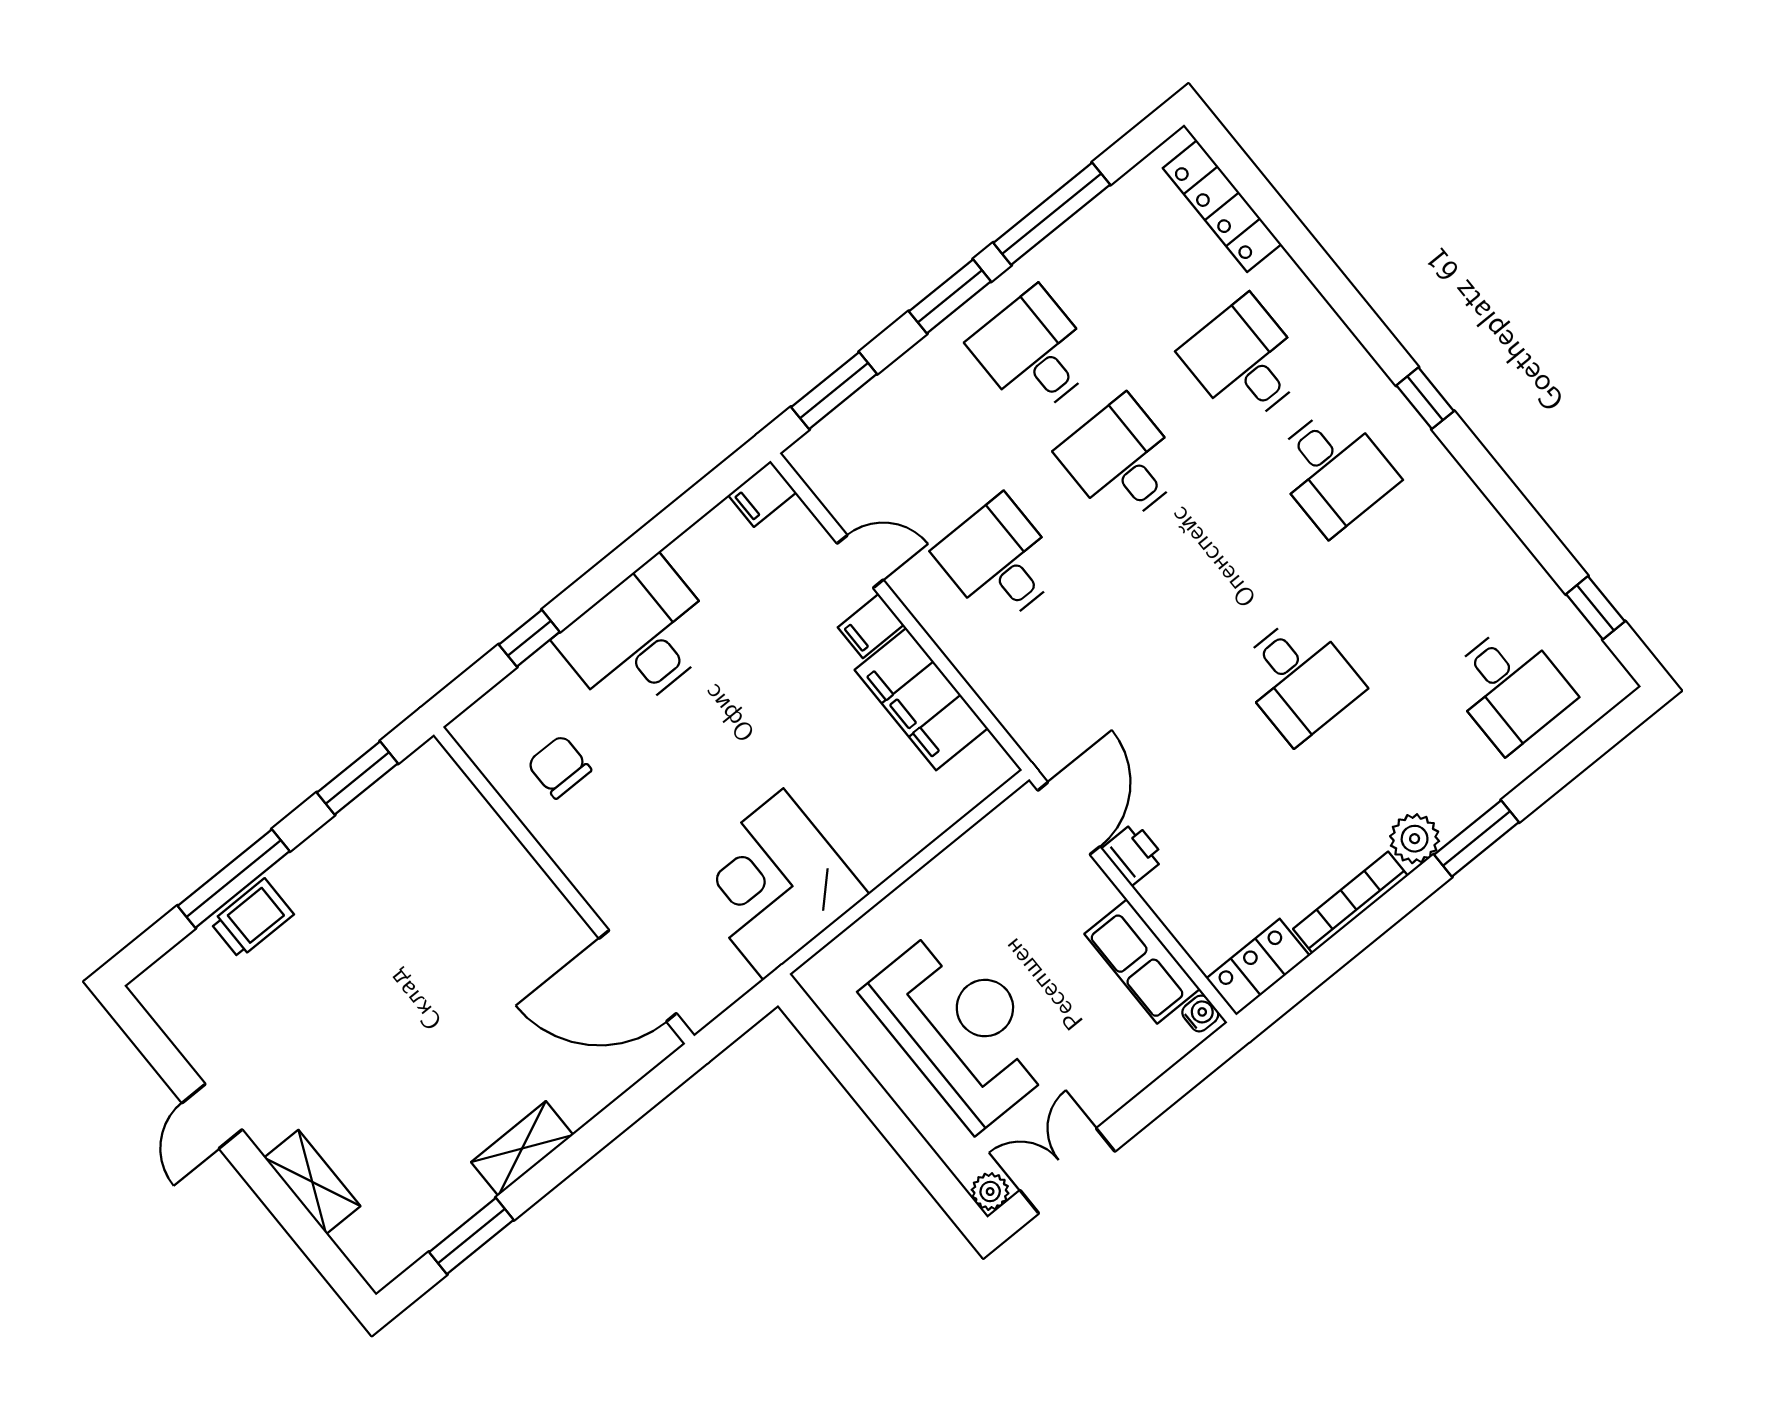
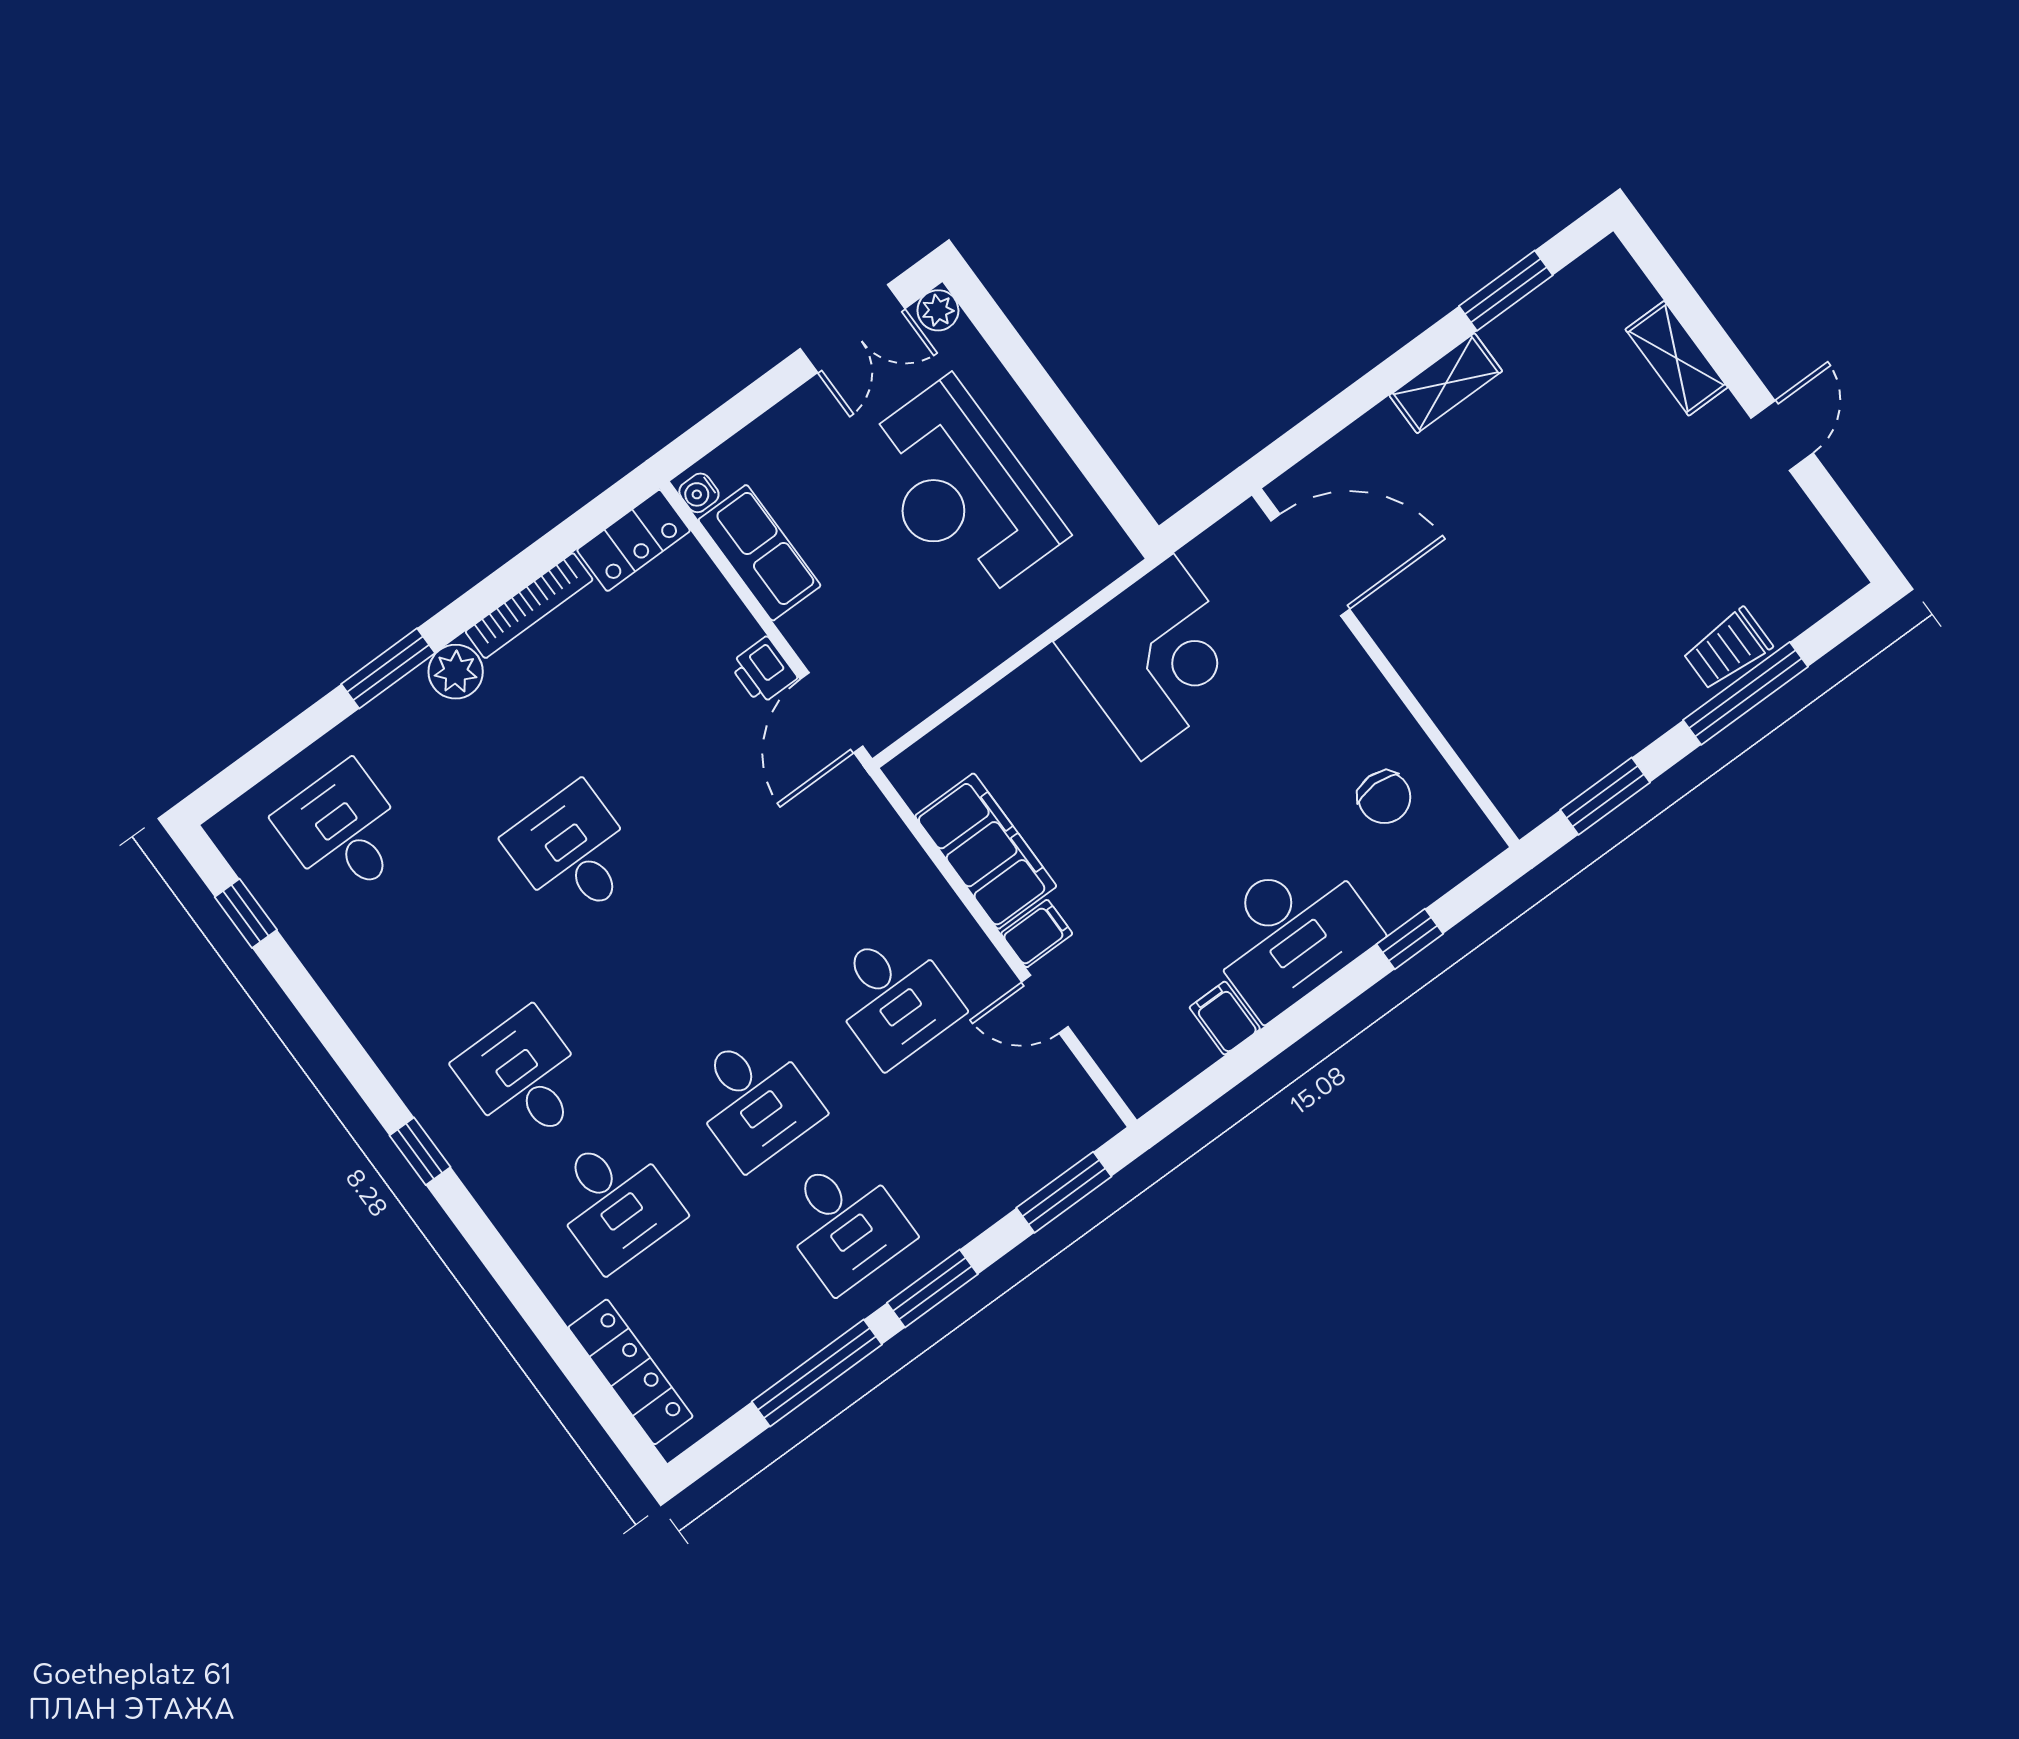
filing cabinet: (762, 494) -> (1225, 1018), moved, turned -90

